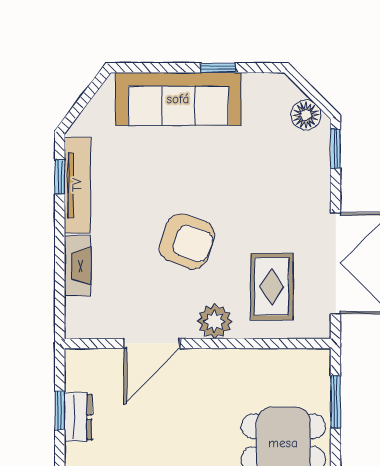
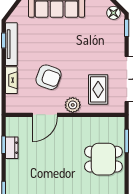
armchair: (187, 241) -> (49, 77), moved

